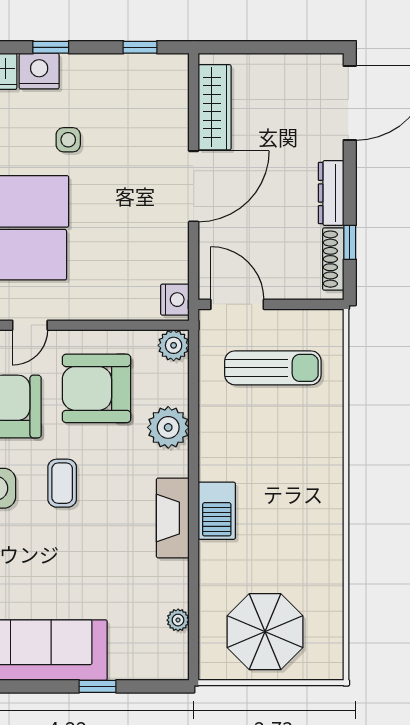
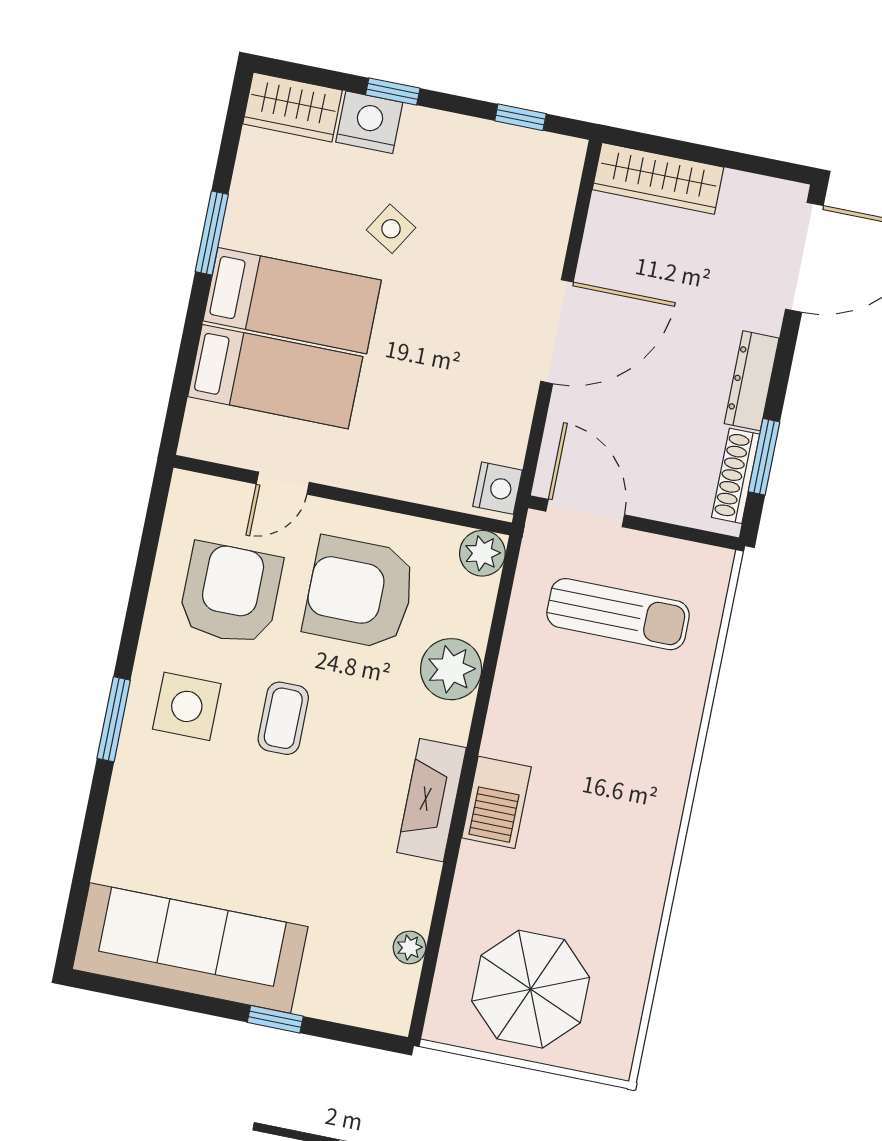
wardrobe: (215, 107) -> (658, 178), moved, turned 90
side table: (68, 140) -> (391, 229), turned 31
window: (350, 242) -> (764, 457), width x1.50

